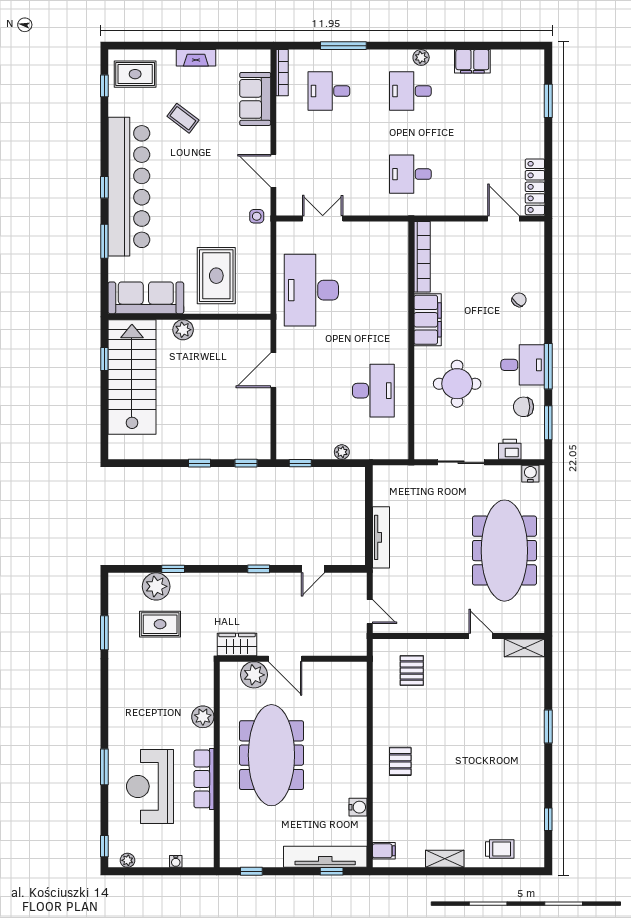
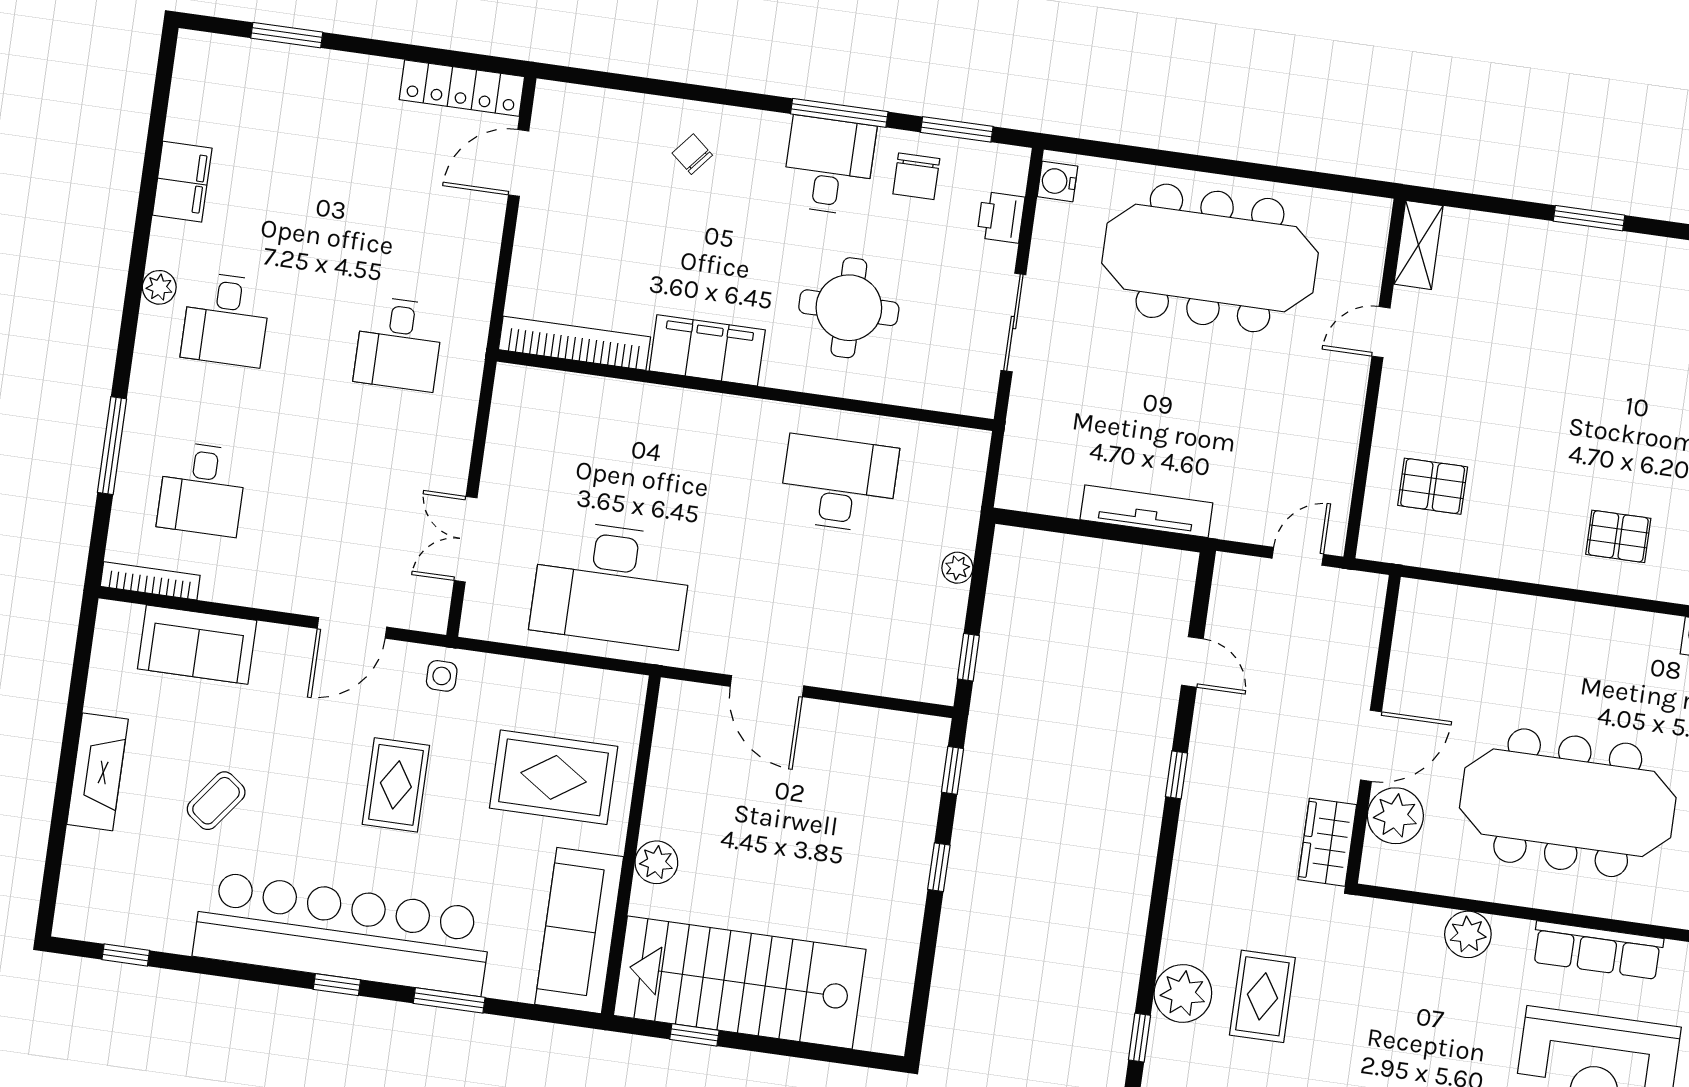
fireplace: (196, 58) -> (97, 772), width x1.37, depth x1.32
rug: (135, 74) -> (396, 785), moved
window: (173, 569) -> (1140, 1038), moved

